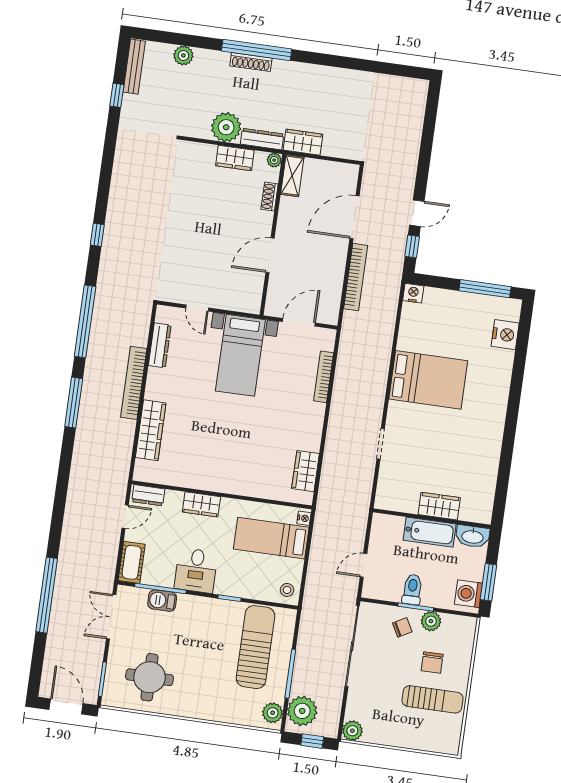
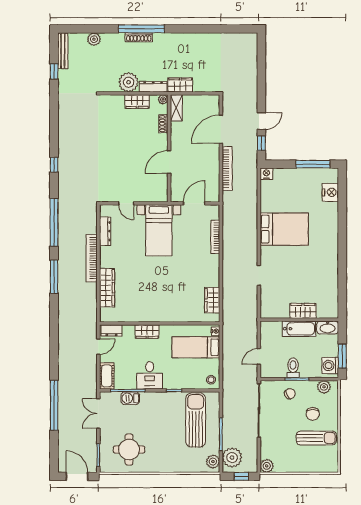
plant: (431, 621) -> (324, 387), moved

